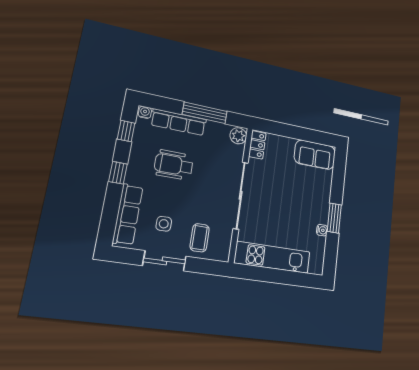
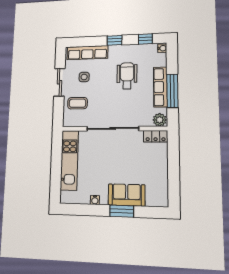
row of seats: (179, 122) -> (160, 87), moved
sofa: (315, 155) -> (127, 195), moved, turned 90
window: (334, 218) -> (122, 211), moved

